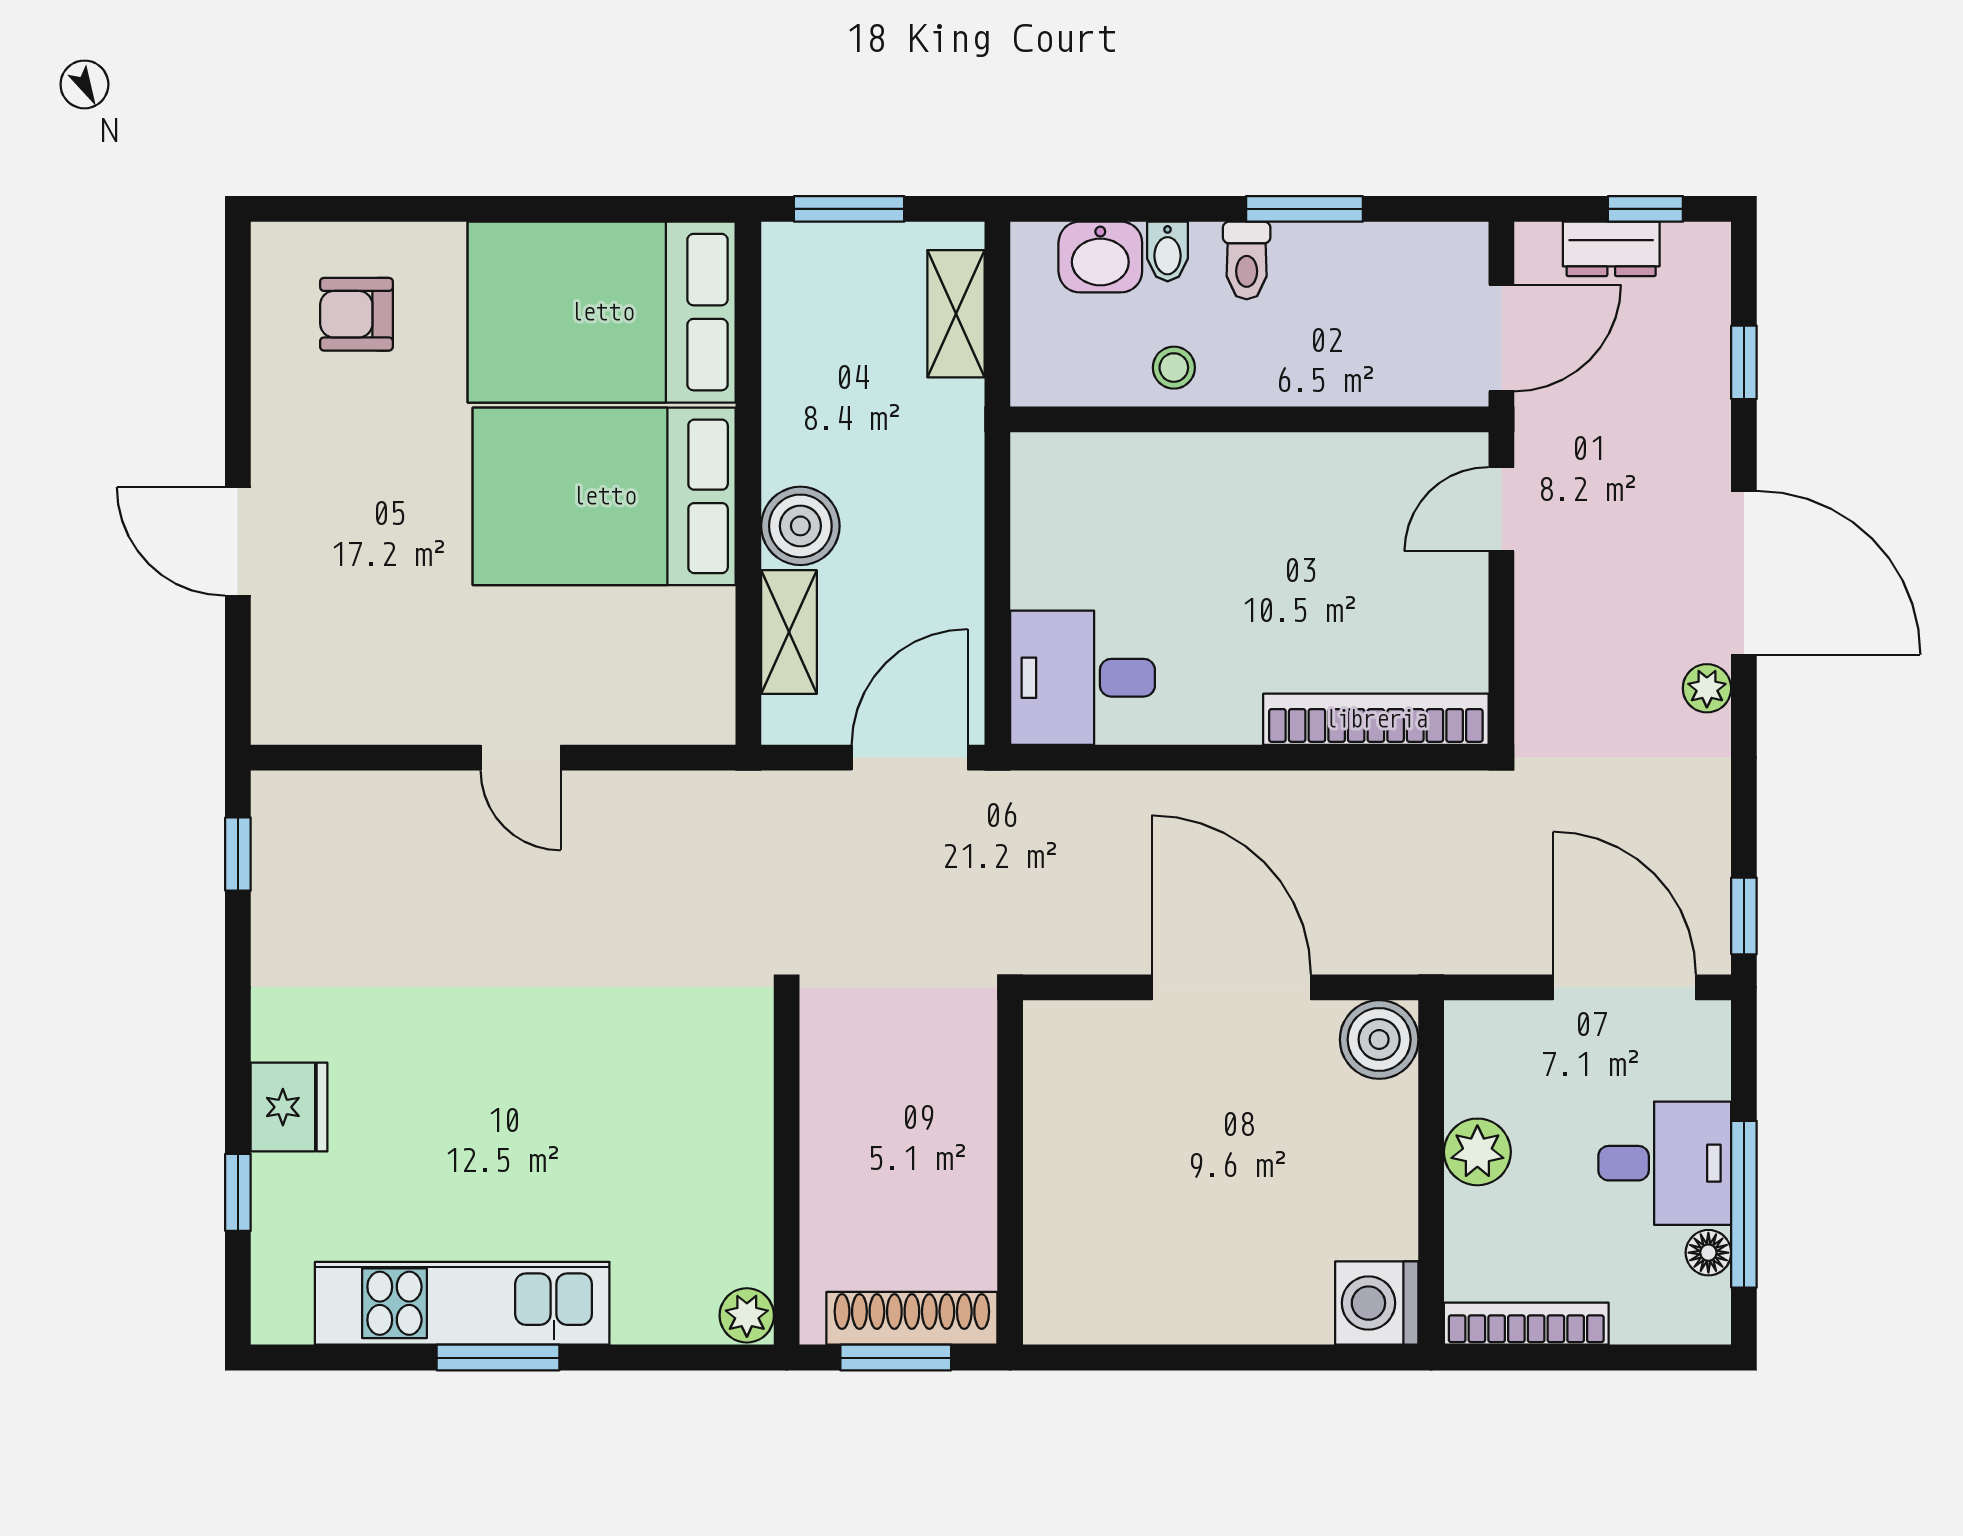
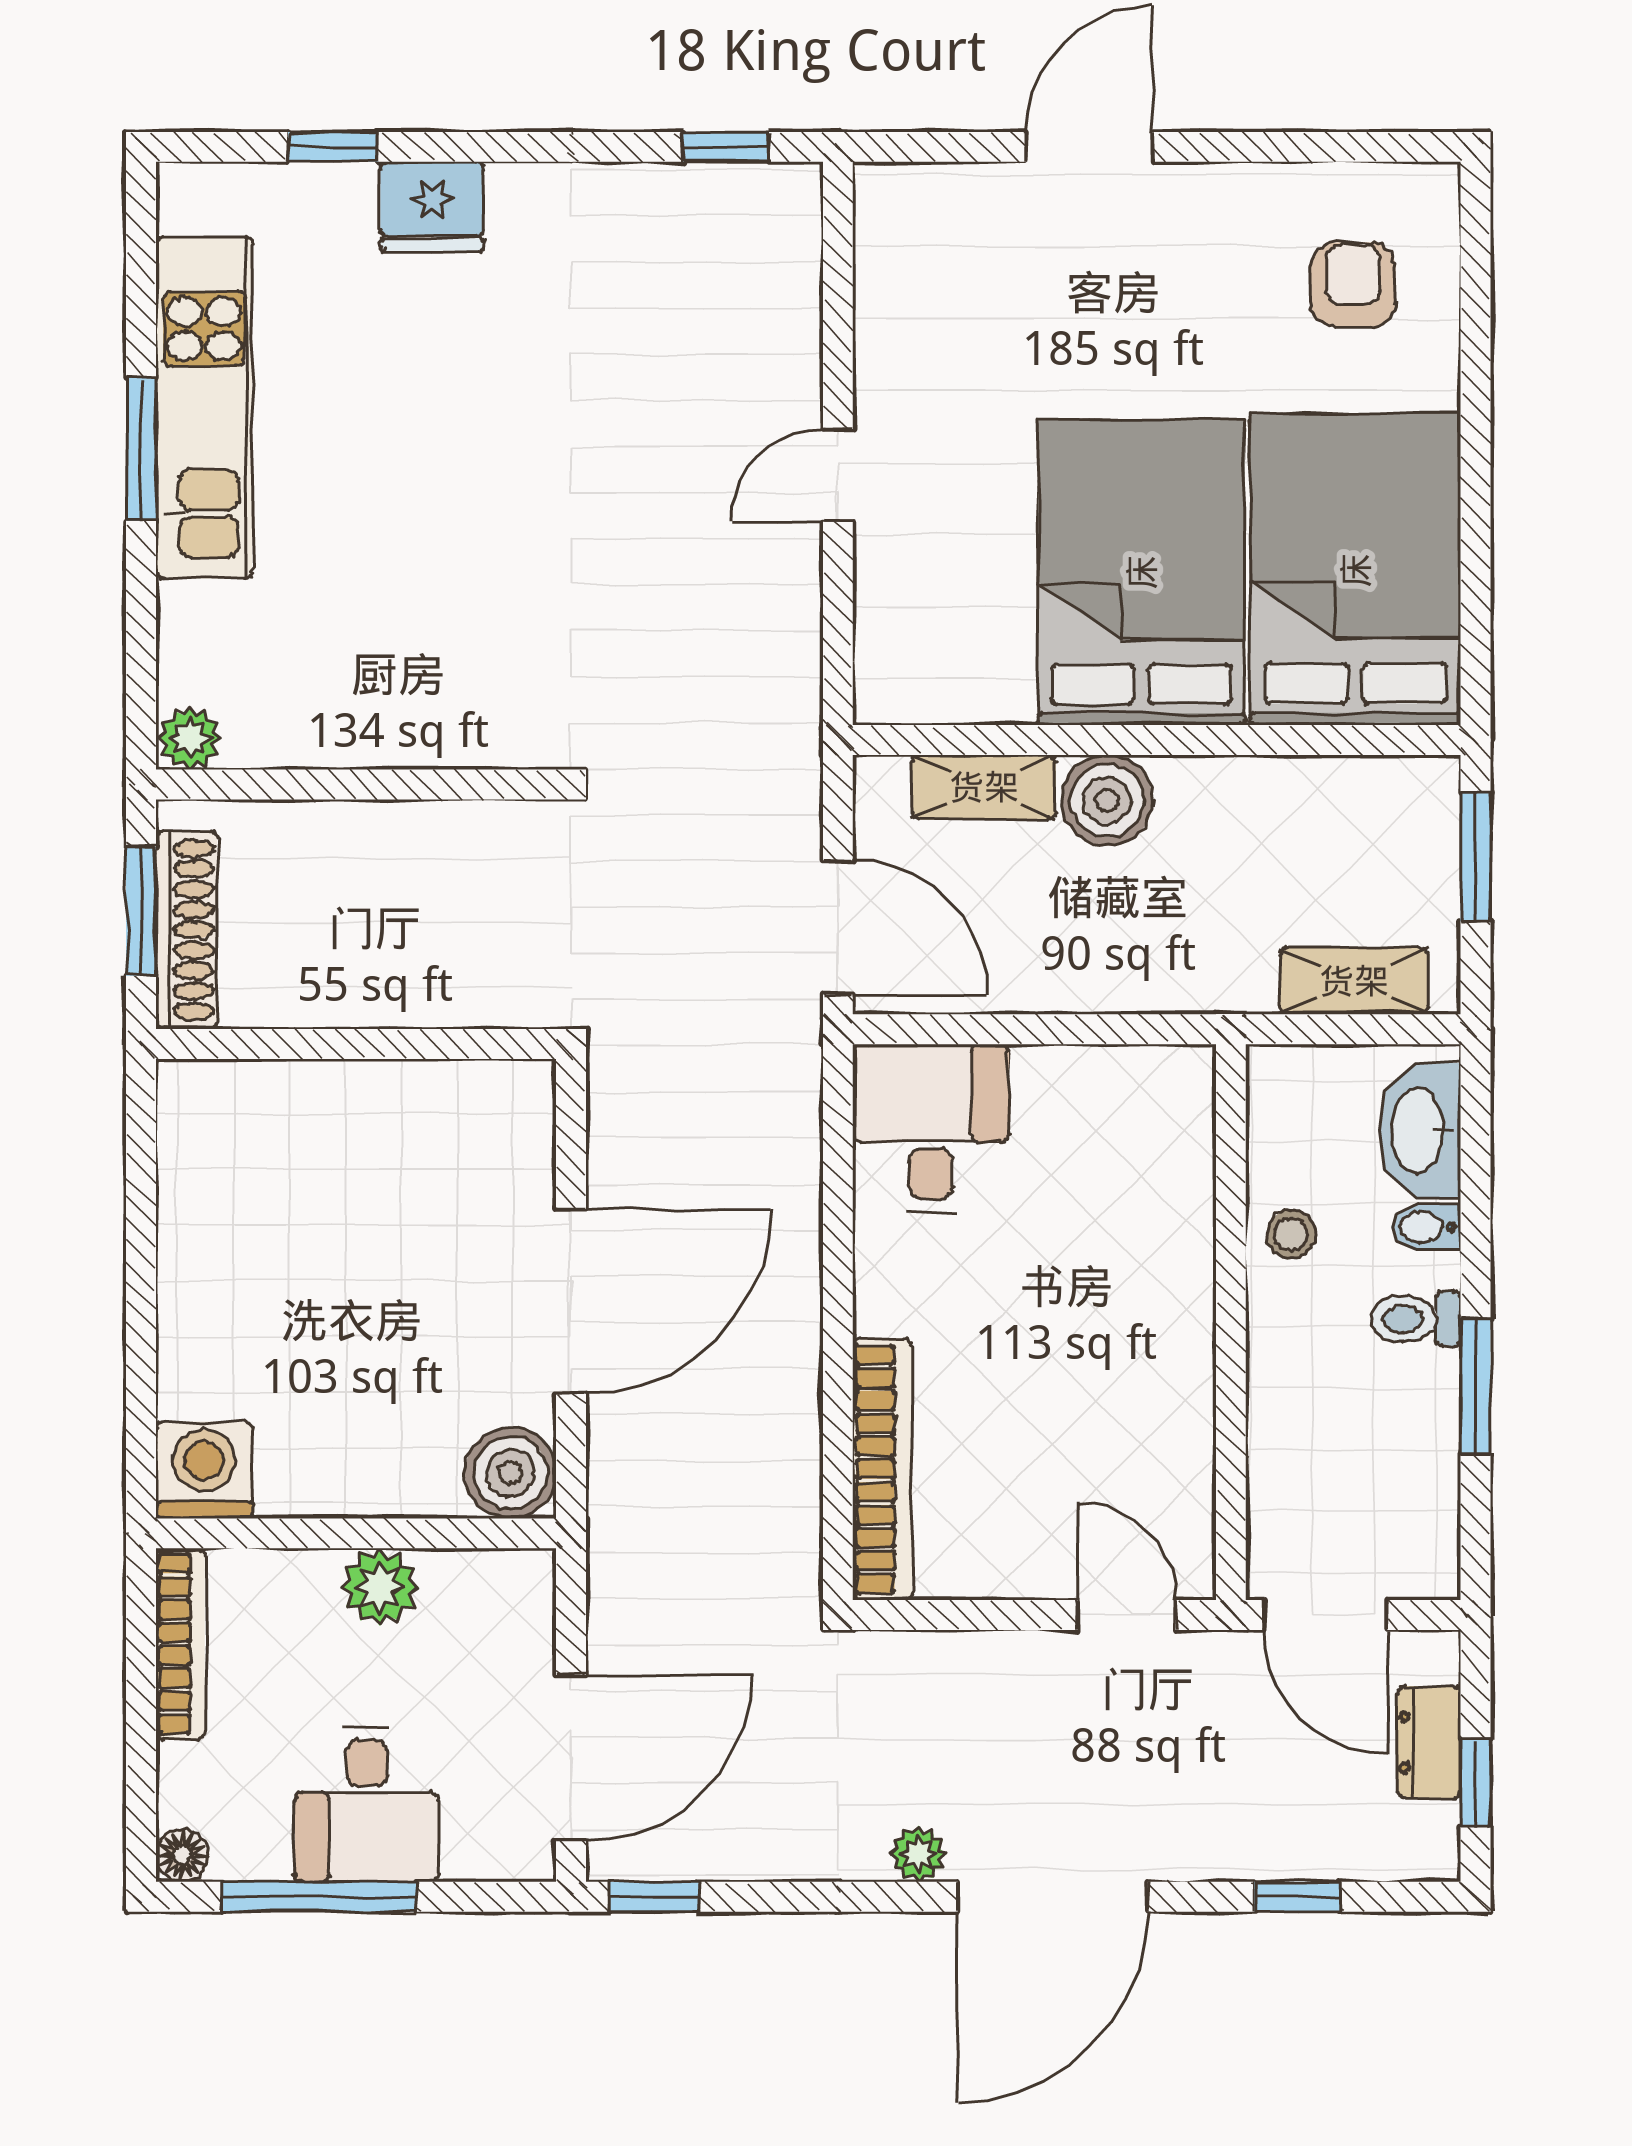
washbasin: (1100, 257) -> (1420, 1130), width x1.38
floor lamp: (1708, 1253) -> (182, 1855), moved

